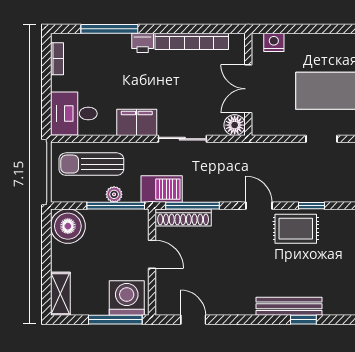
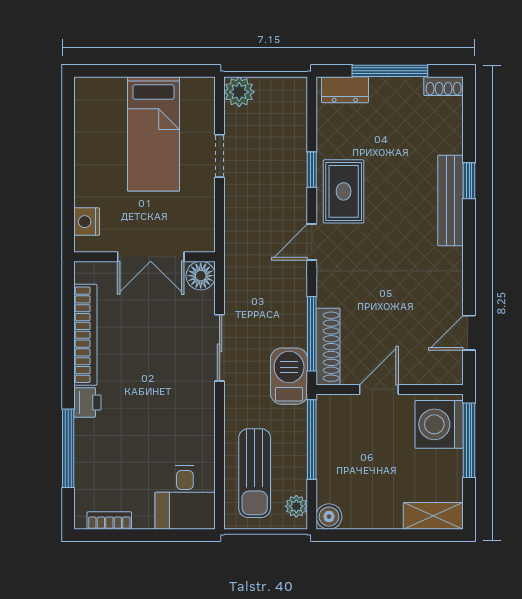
filing cabinet: (137, 122) -> (197, 410), removed
plant: (114, 194) -> (296, 506), moved
boiler: (68, 226) -> (329, 517), width x0.54, depth x0.54

